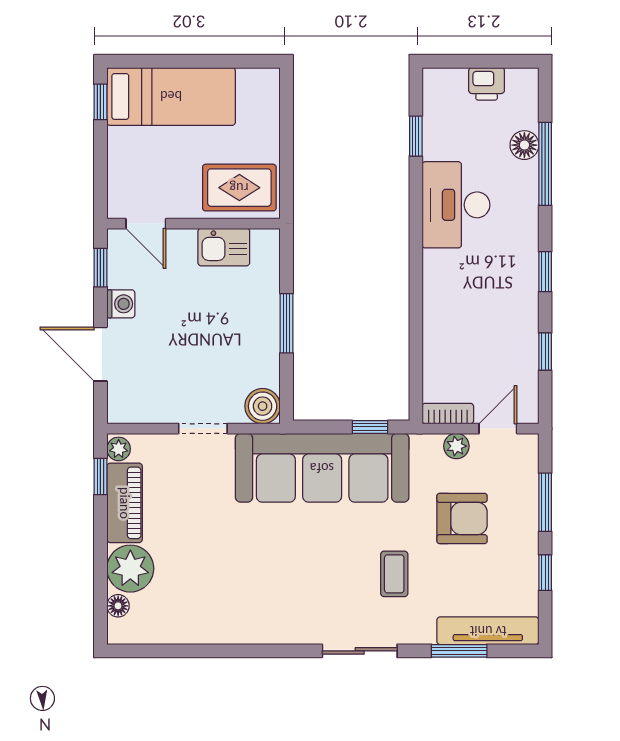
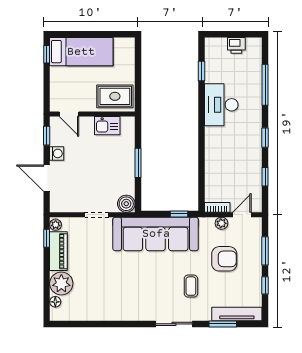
floor lamp: (524, 145) -> (255, 75), removed

